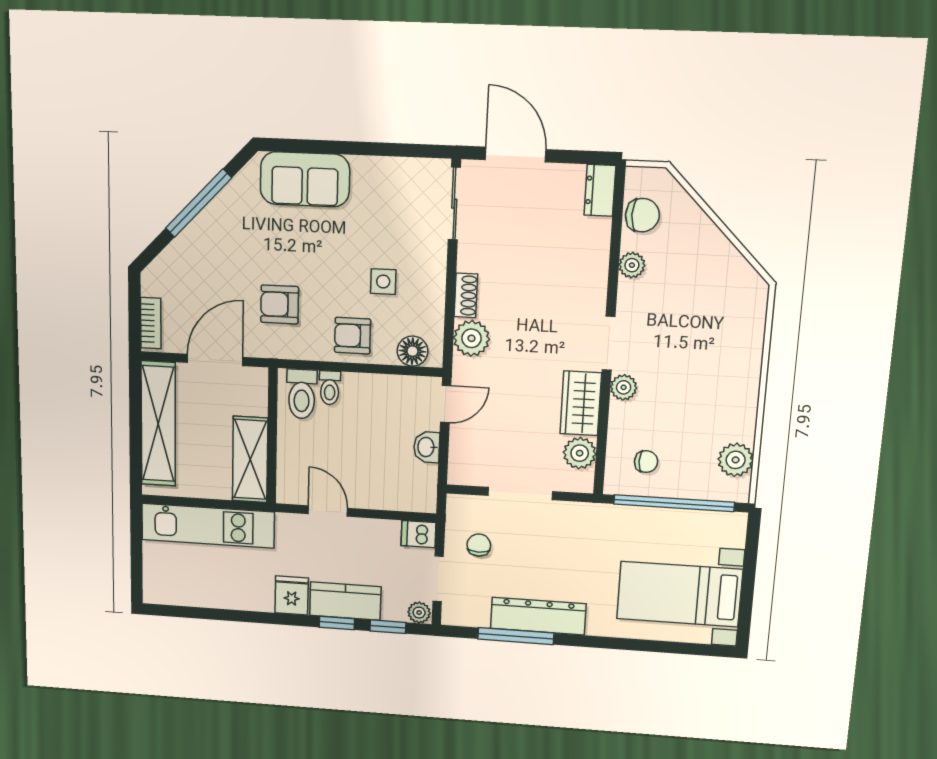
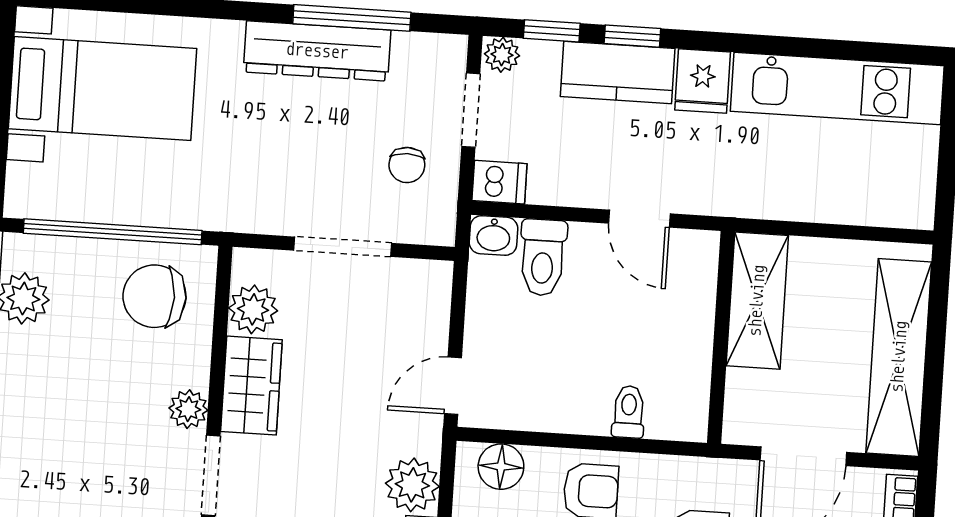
toilet: (302, 394) -> (543, 257), moved, turned 180
washbasin: (427, 447) -> (494, 235), moved, turned 90
chair: (646, 462) -> (154, 296), width x1.87, depth x1.87
kitchen unit: (208, 526) -> (837, 88), moved, turned 180

